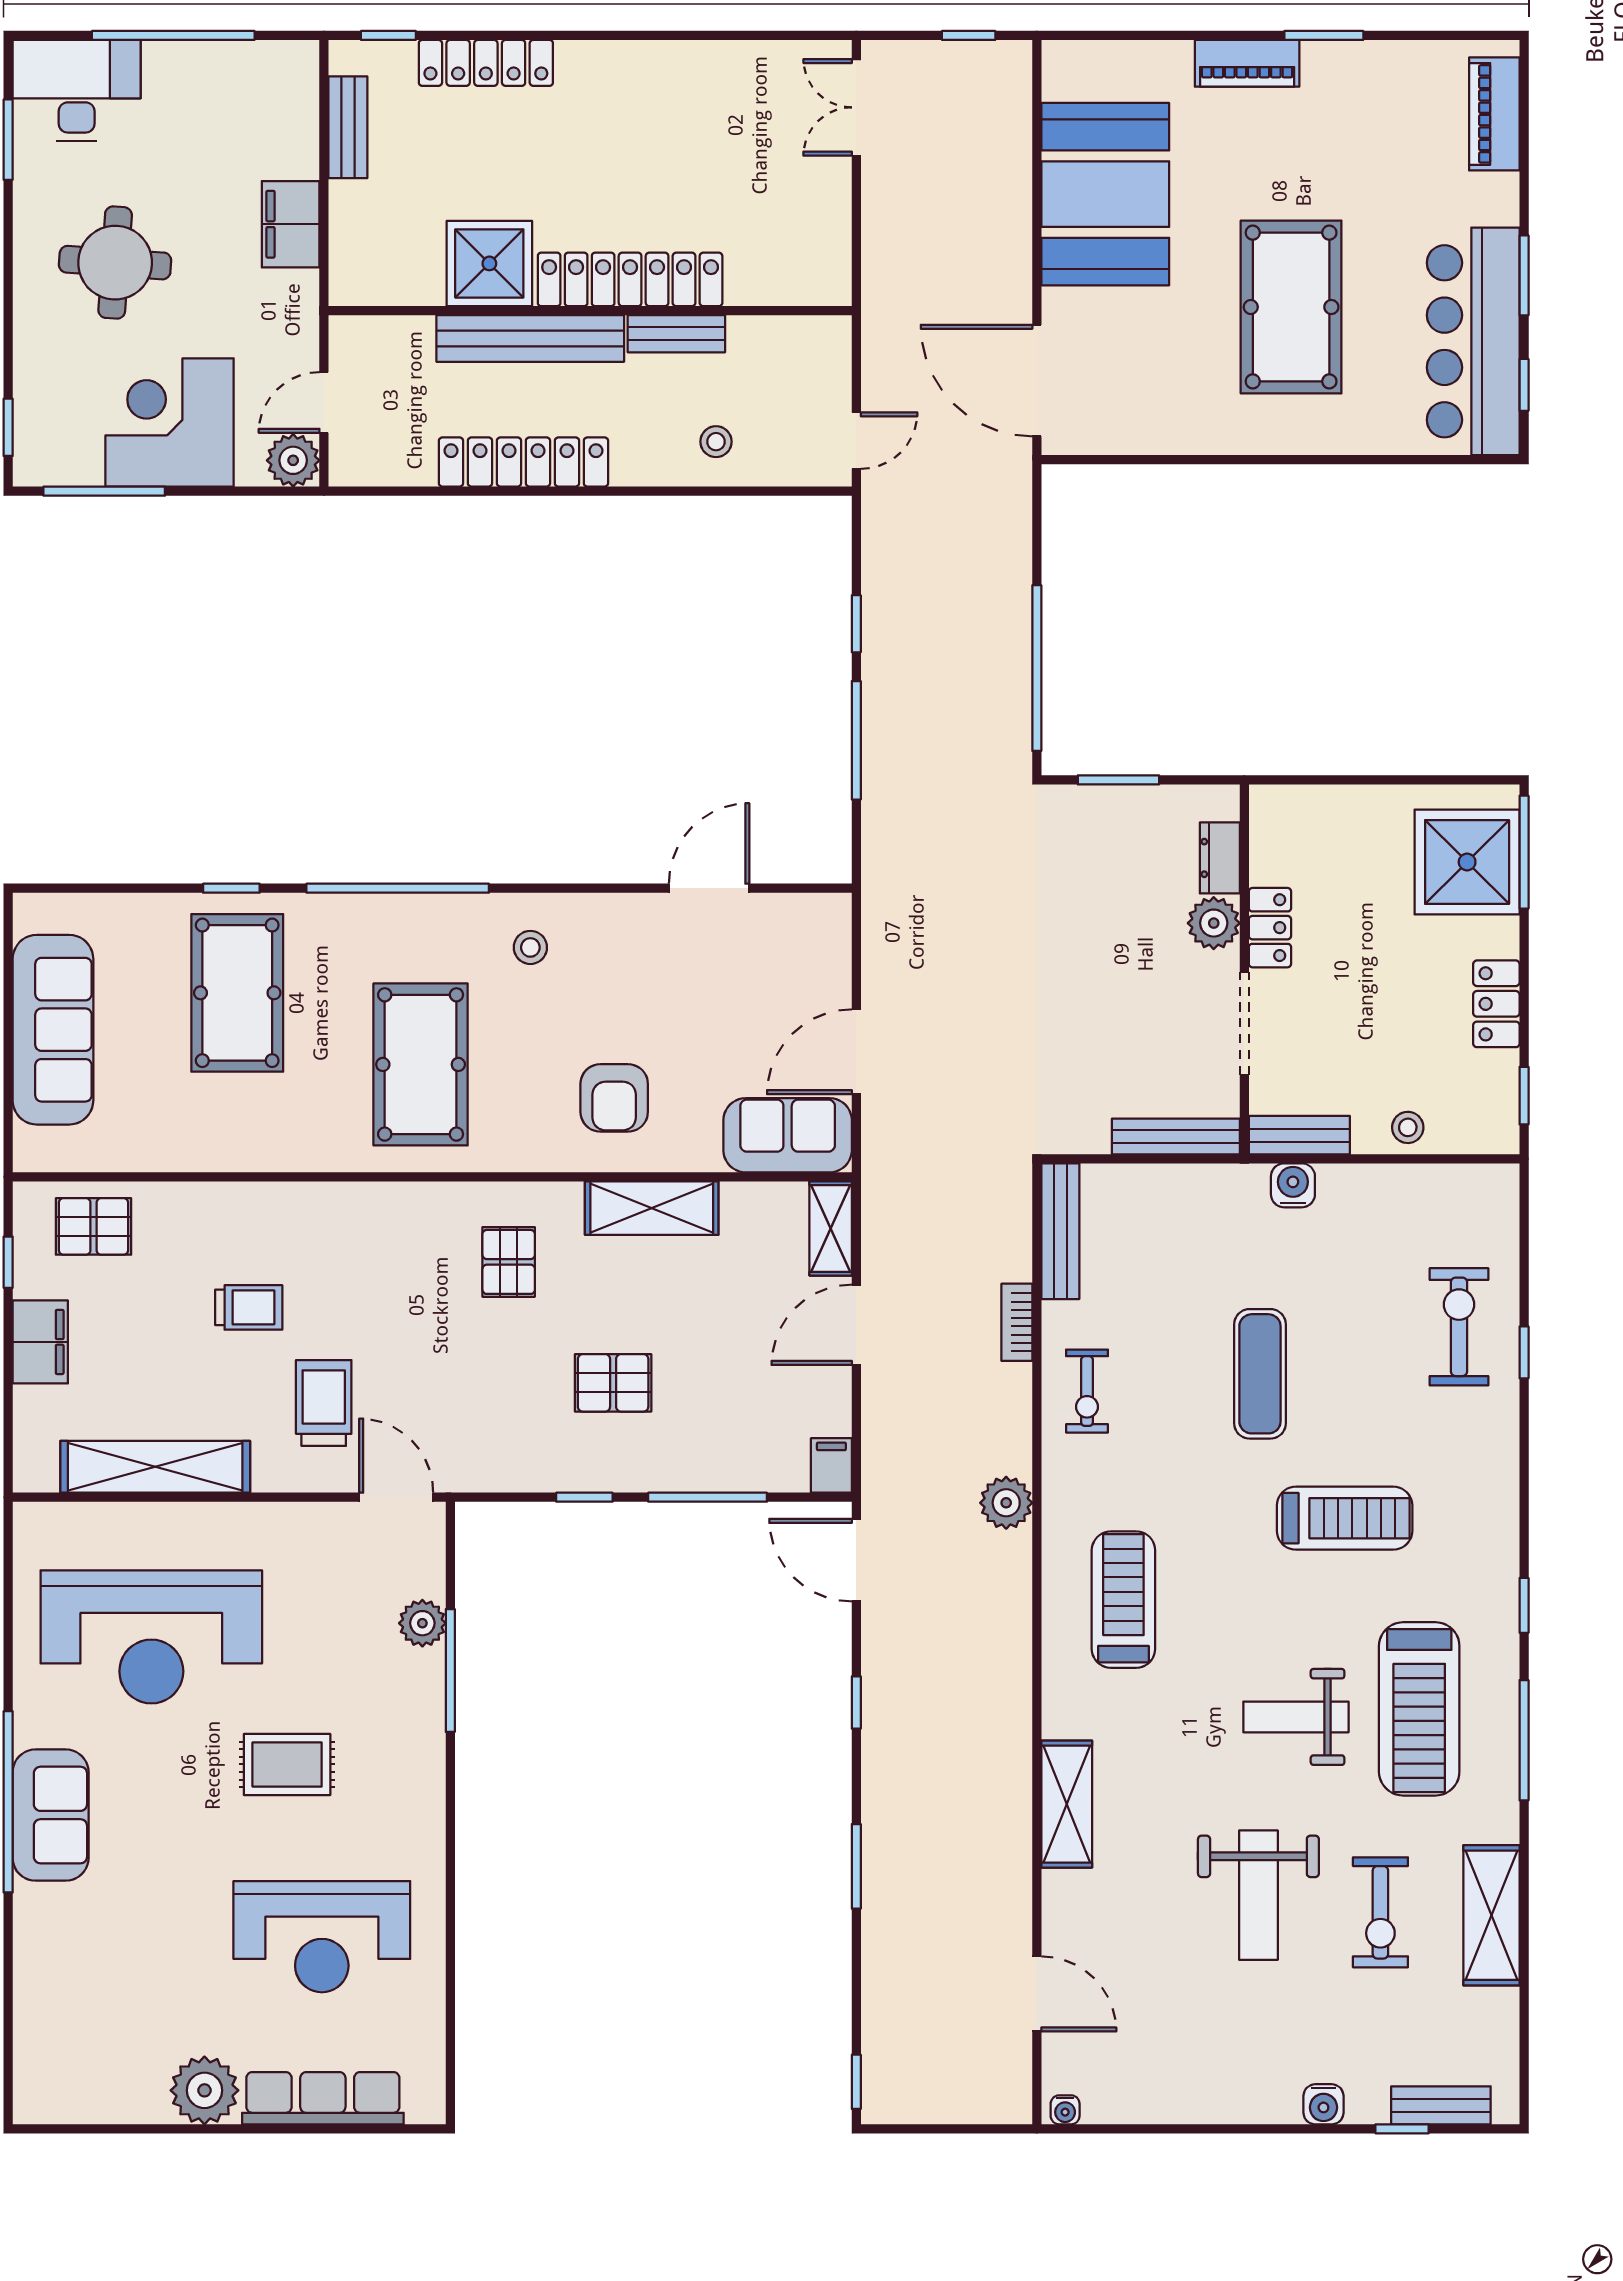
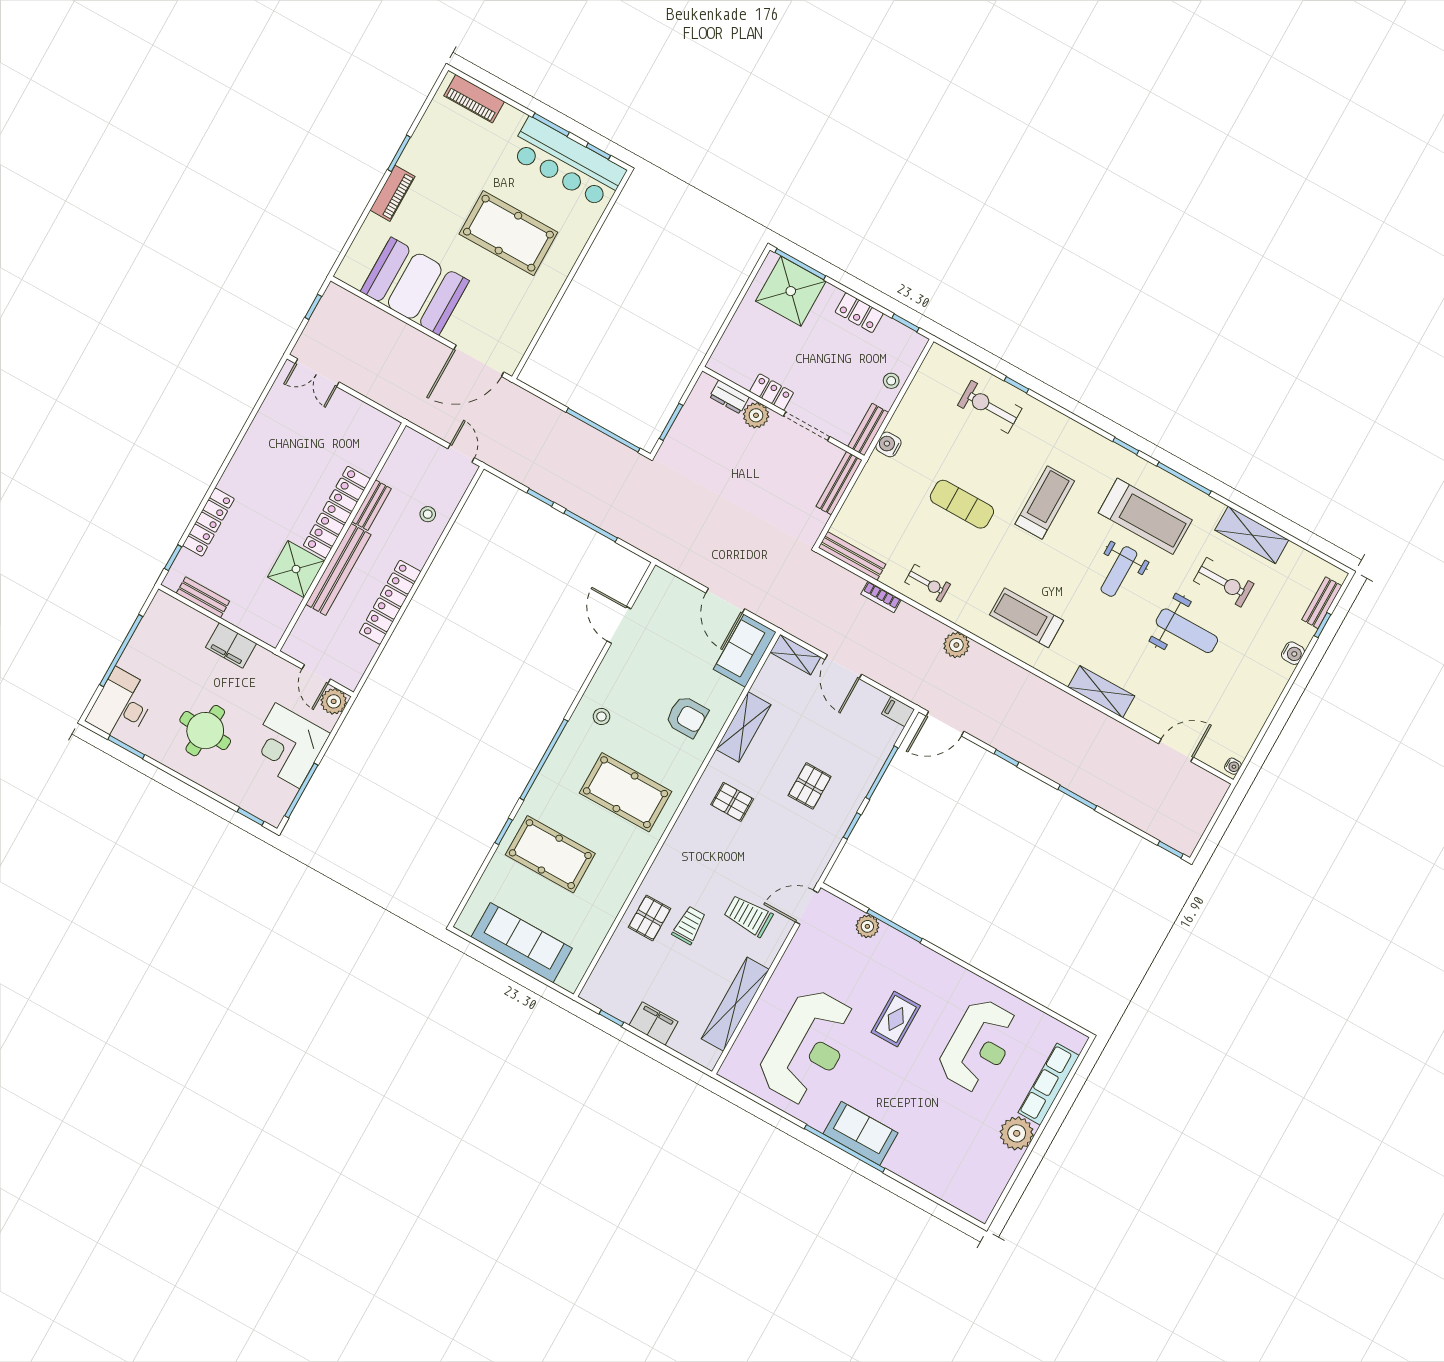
pallet: (94, 1226) -> (649, 918), moved

